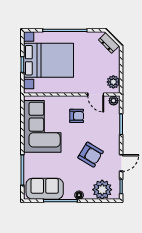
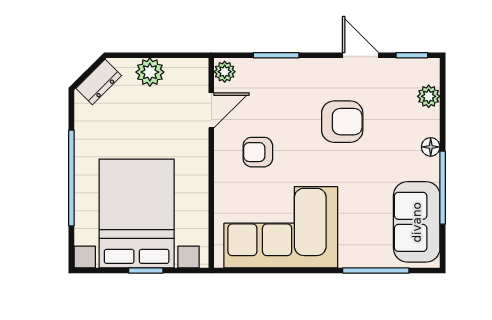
plant: (113, 82) -> (150, 72), moved
armchair: (77, 116) -> (258, 152), turned -90
armchair: (91, 155) -> (342, 122), turned 59
plant: (102, 190) -> (429, 96), width x0.53, depth x0.53

